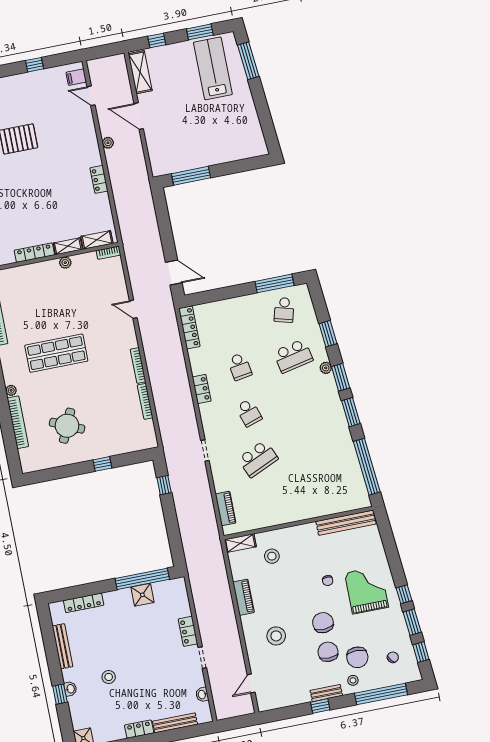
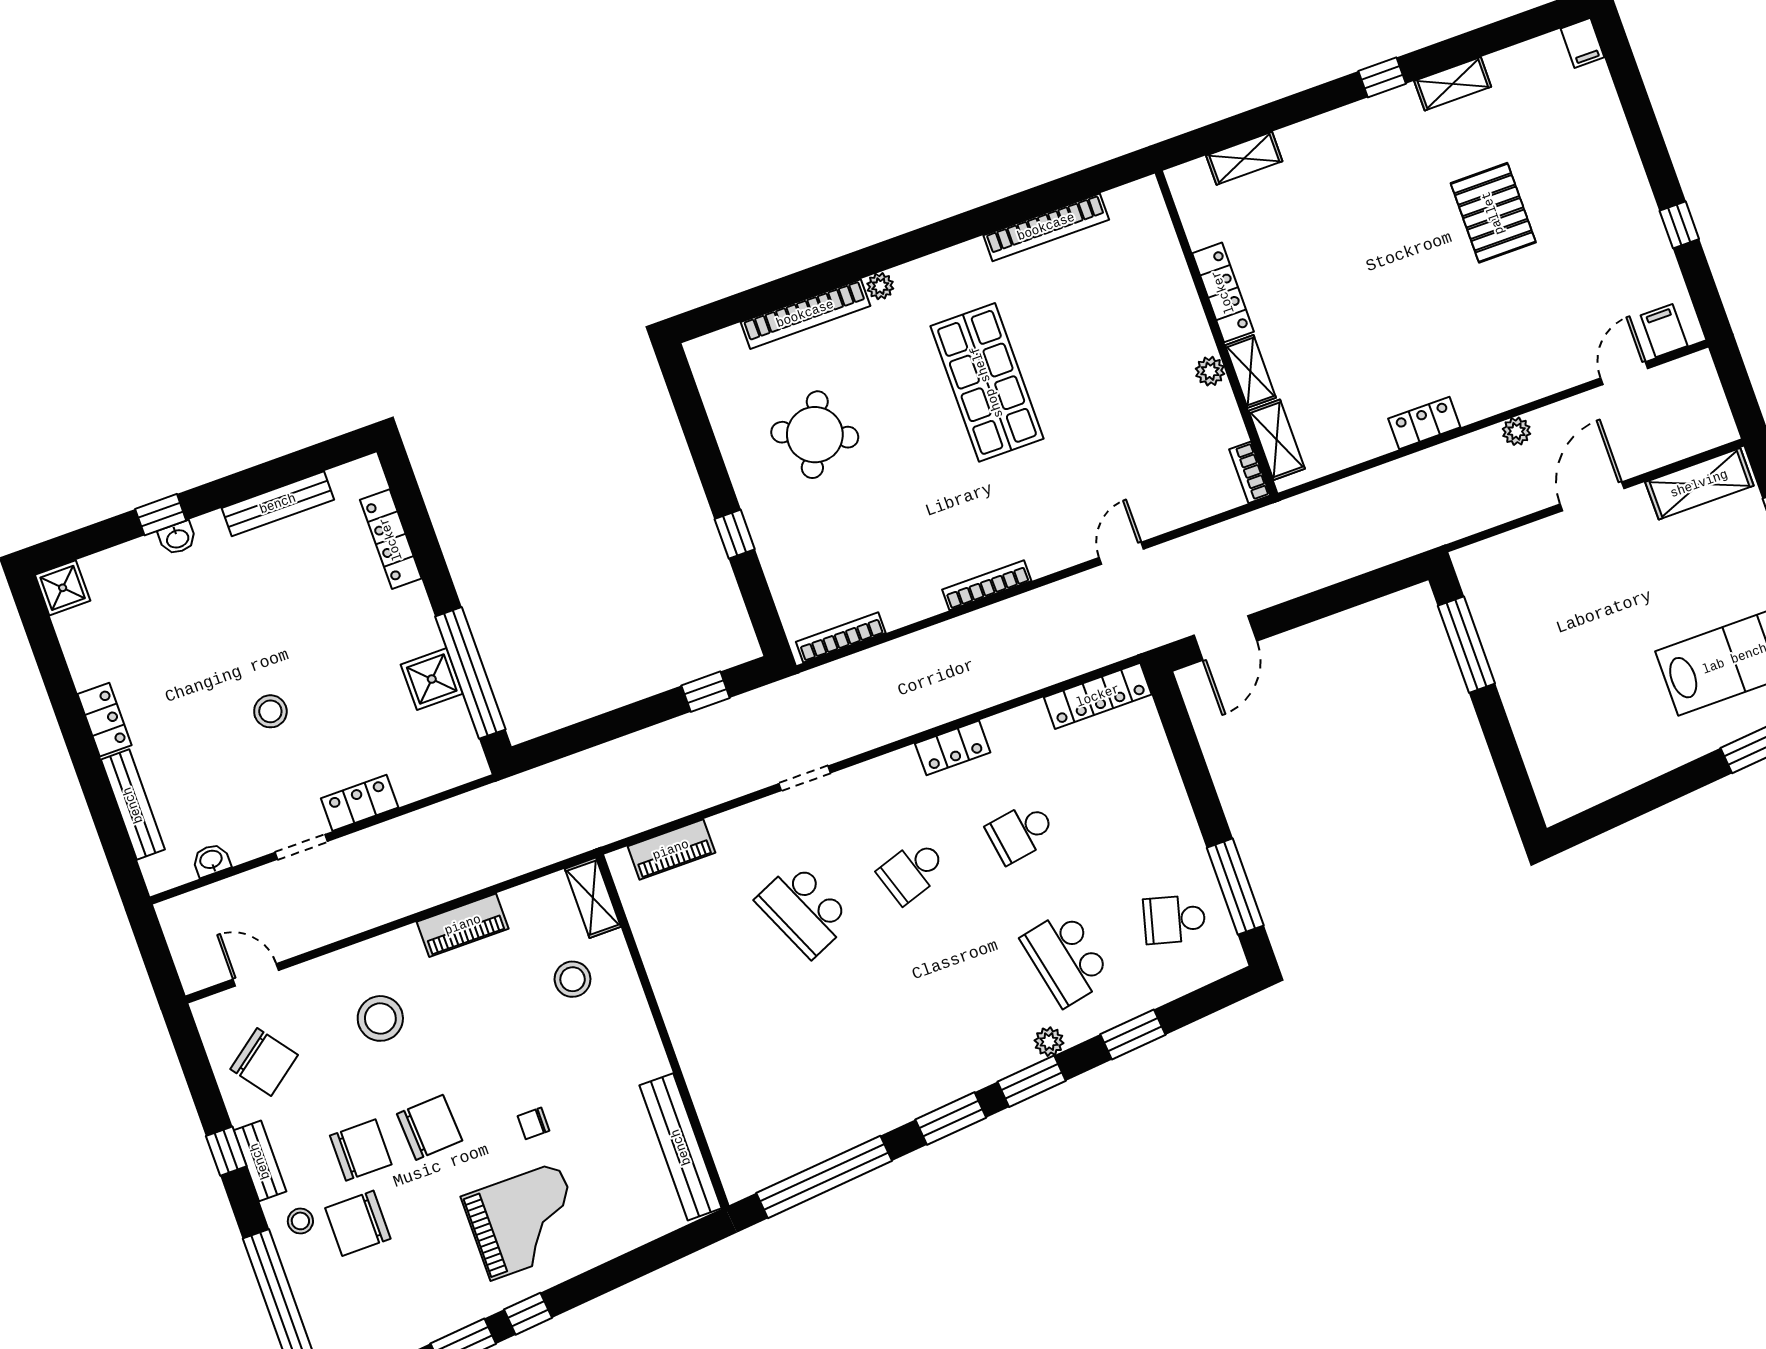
bookcase: (145, 401) -> (841, 637), moved
chair: (393, 657) -> (264, 1062), moved, width x1.87, depth x1.87
stool: (109, 677) -> (270, 711), moved

